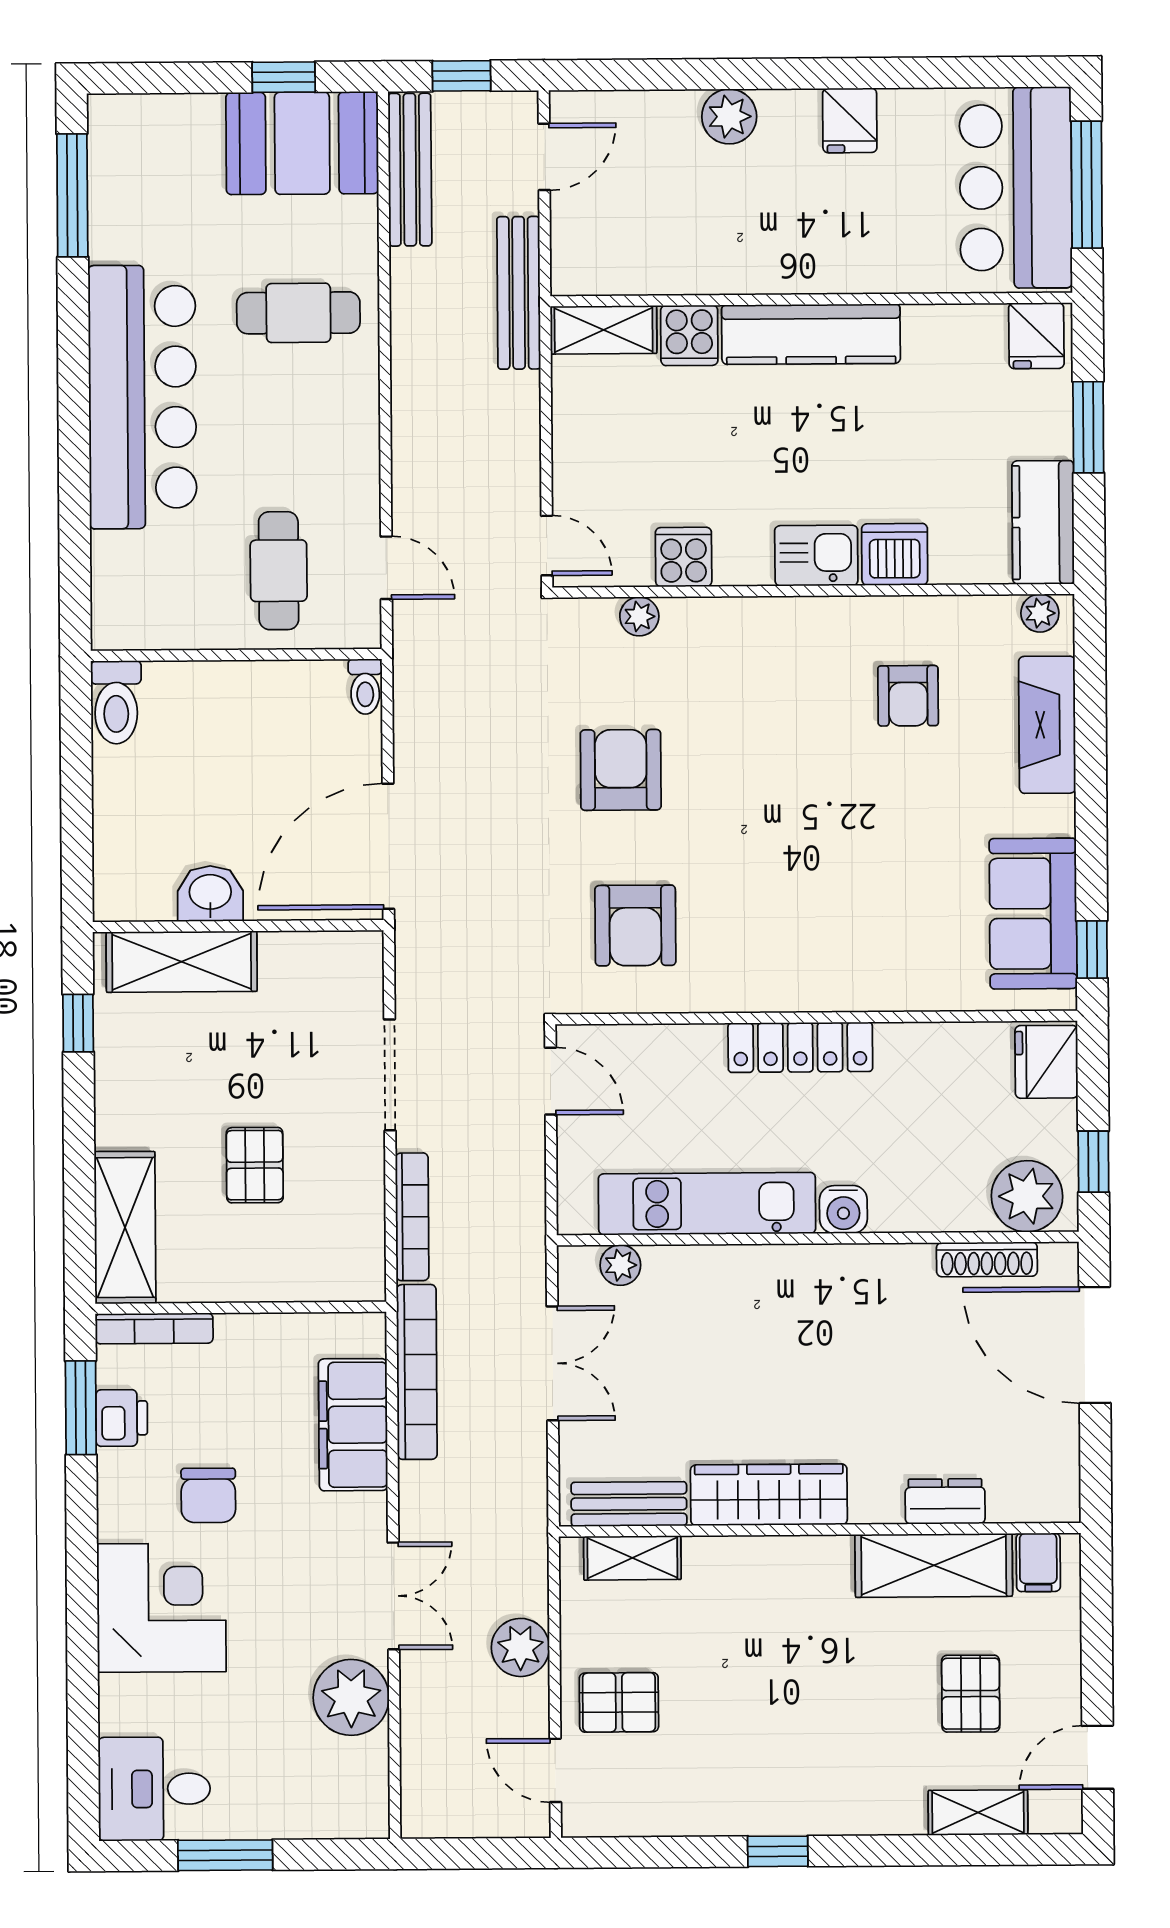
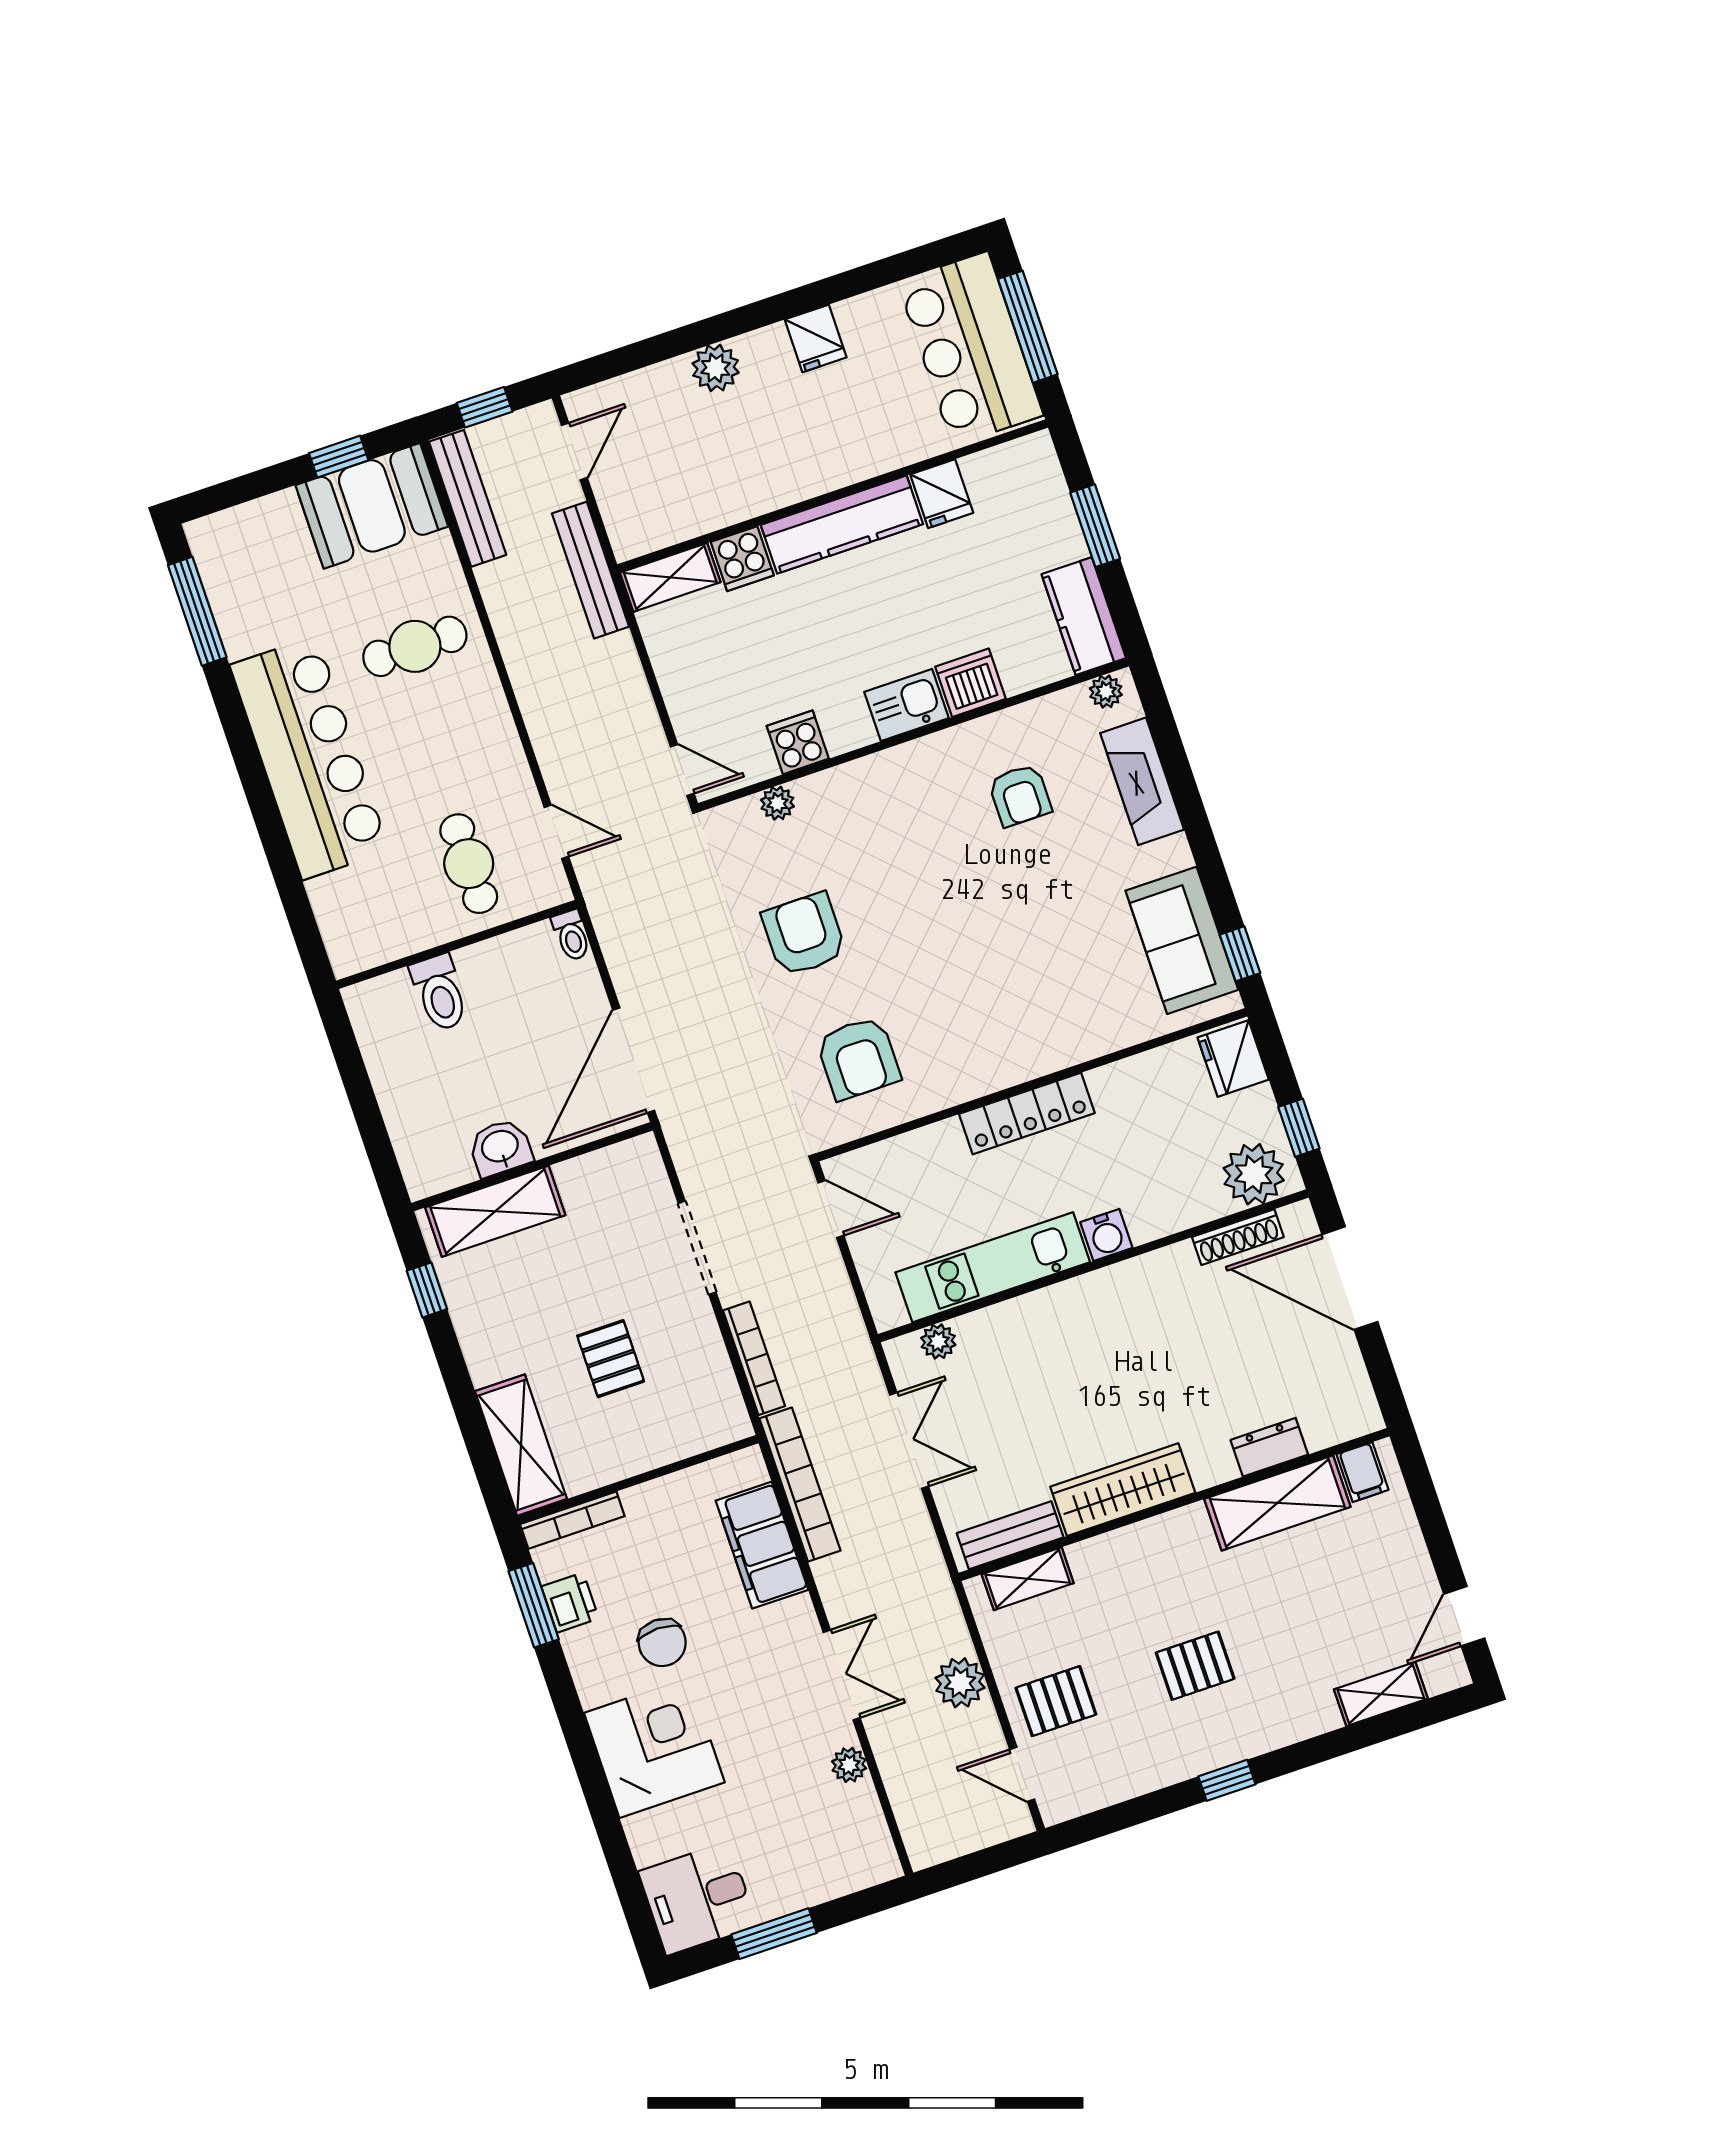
fridge: (1036, 336) -> (942, 494), moved
toilet: (116, 702) -> (440, 993), moved
pallet: (971, 1694) -> (1195, 1666), moved, turned 90
plant: (351, 1697) -> (849, 1765), width x0.53, depth x0.53

